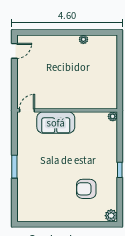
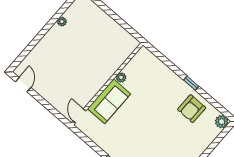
plant: (113, 116) -> (121, 77), moved
armchair: (86, 189) -> (192, 109), moved

